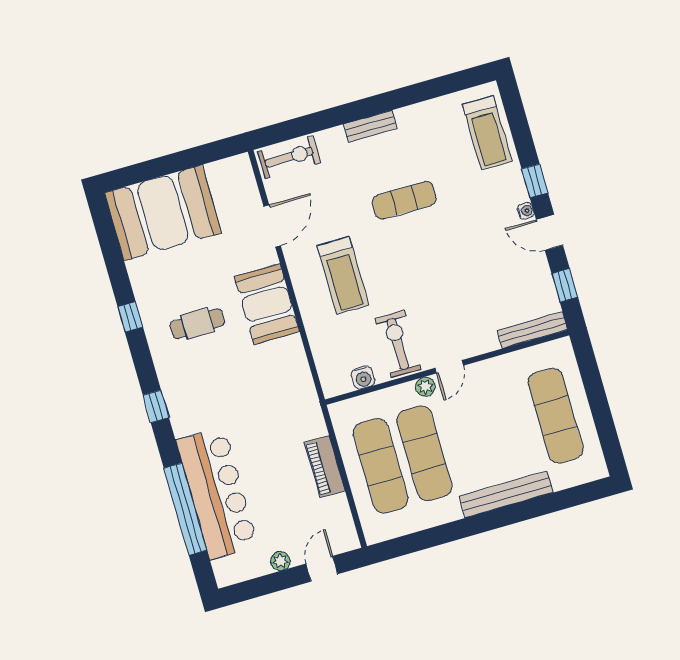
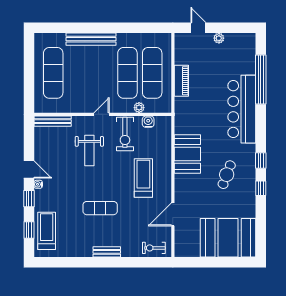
exercise bike: (289, 157) -> (154, 248), width x0.73, depth x0.72
window: (565, 285) -> (29, 230), moved
weight bench: (452, 297) -> (89, 151), added
booth: (267, 304) -> (187, 154), moved
cafe table: (197, 324) -> (227, 175), turned -69
plant: (425, 387) -> (139, 108), moved
window: (156, 406) -> (261, 161), moved
bar counter: (217, 493) -> (242, 109), moved
door: (322, 569) -> (198, 28), swing flipped

